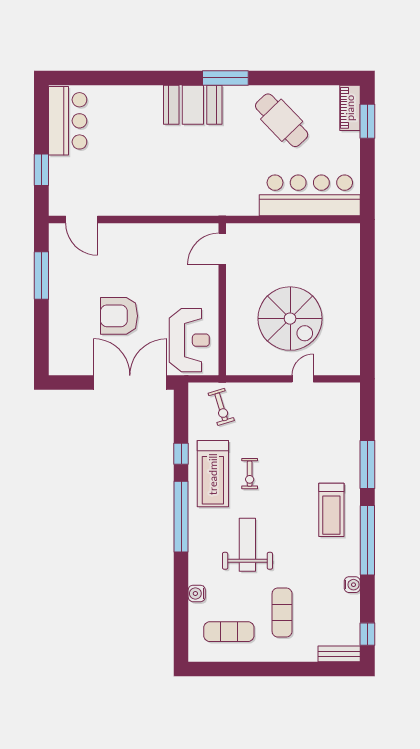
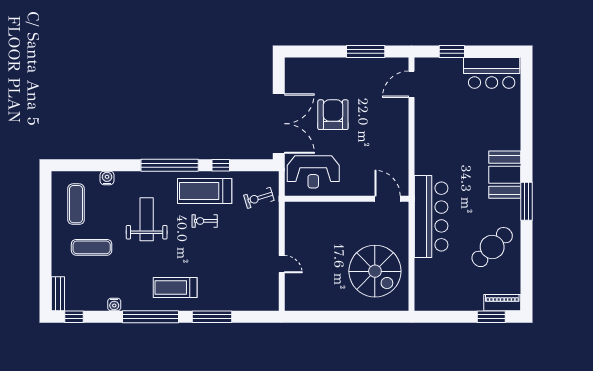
bar counter: (310, 195) -> (431, 217), moved
spiral stairs: (290, 319) -> (375, 271), moved, turned -90
weight bench: (247, 545) -> (147, 219), turned -90

